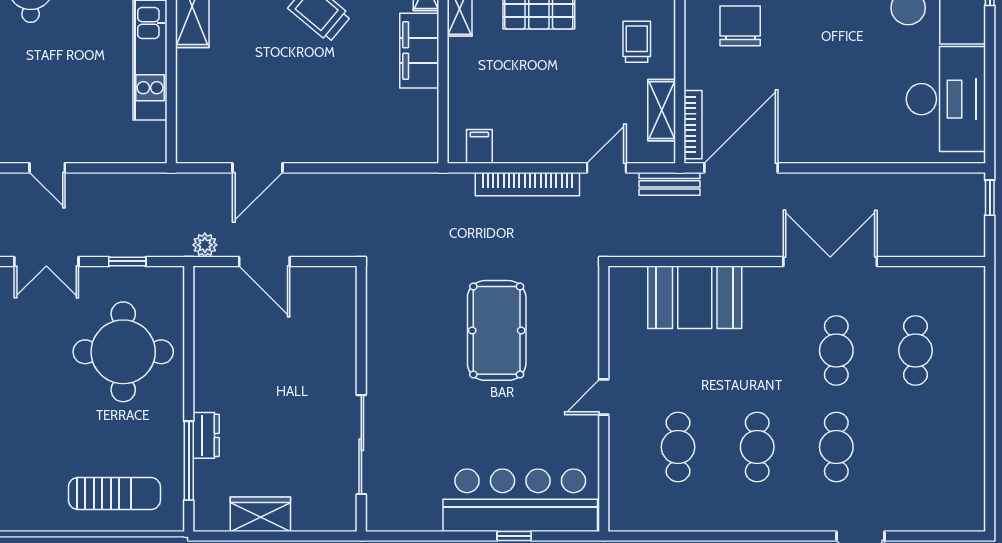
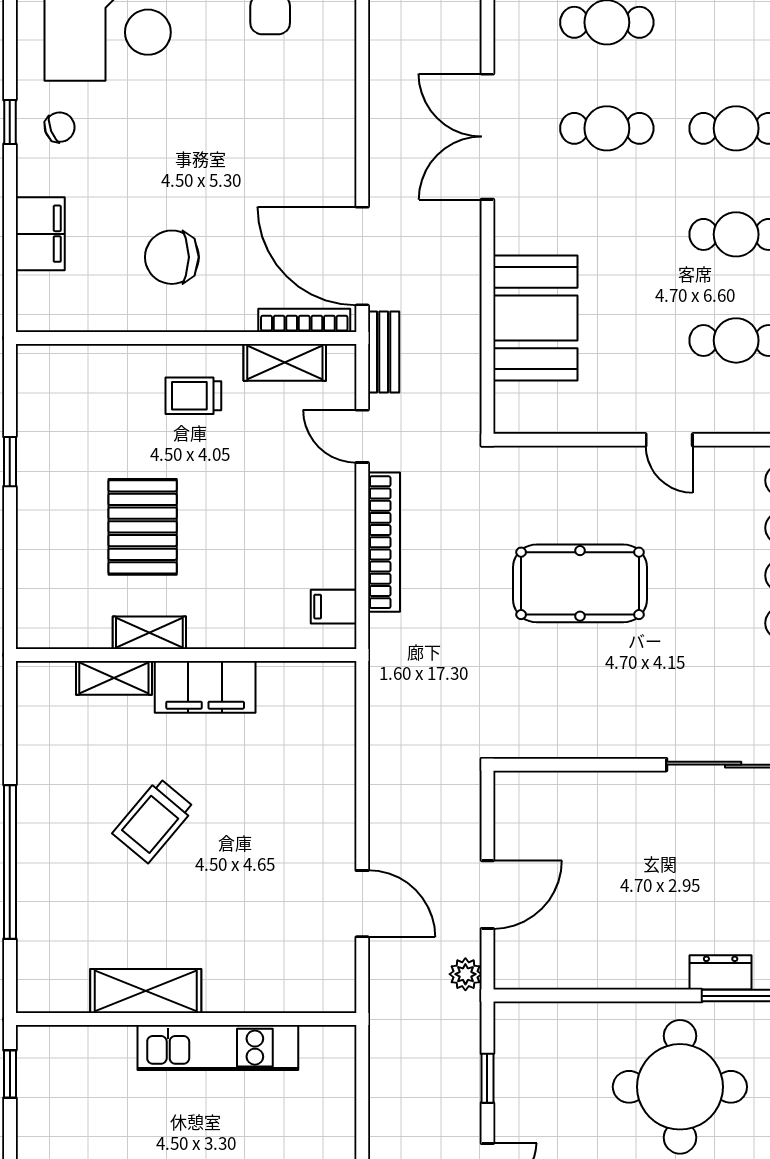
round table: (123, 352) -> (680, 1087), moved

